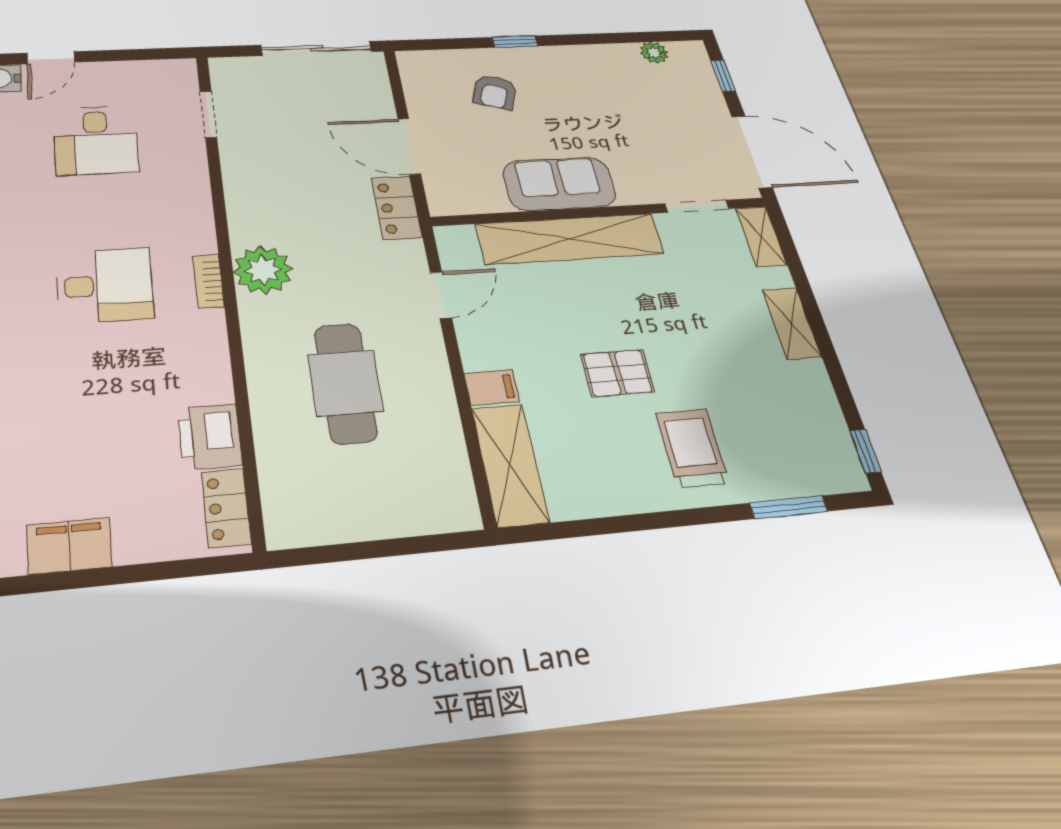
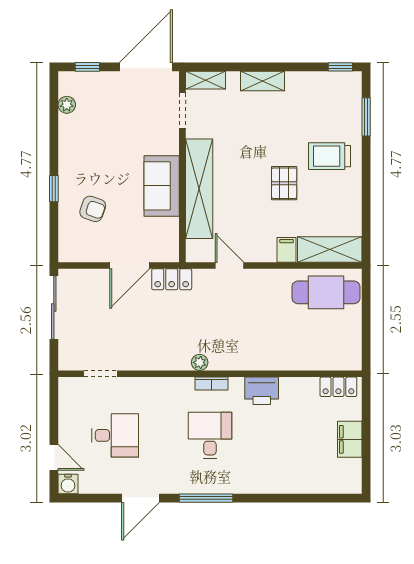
plant: (263, 270) -> (200, 362), width x0.53, depth x0.53
cafe table: (345, 383) -> (326, 292), moved
printer: (210, 437) -> (262, 391), moved
filing cabinet: (69, 546) -> (350, 439), moved

